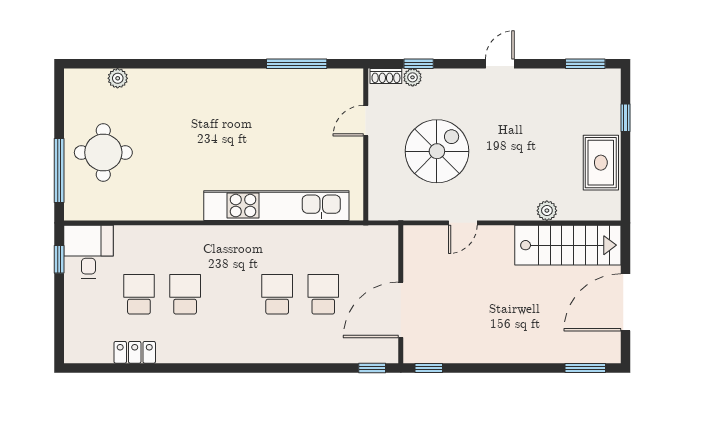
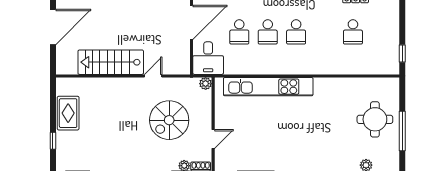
window: (59, 171) -> (402, 131), moved
plant: (547, 211) -> (206, 84), moved
stairs: (568, 245) -> (111, 62), moved
desk: (88, 252) -> (208, 58), moved
school desk: (185, 294) -> (296, 32), moved

